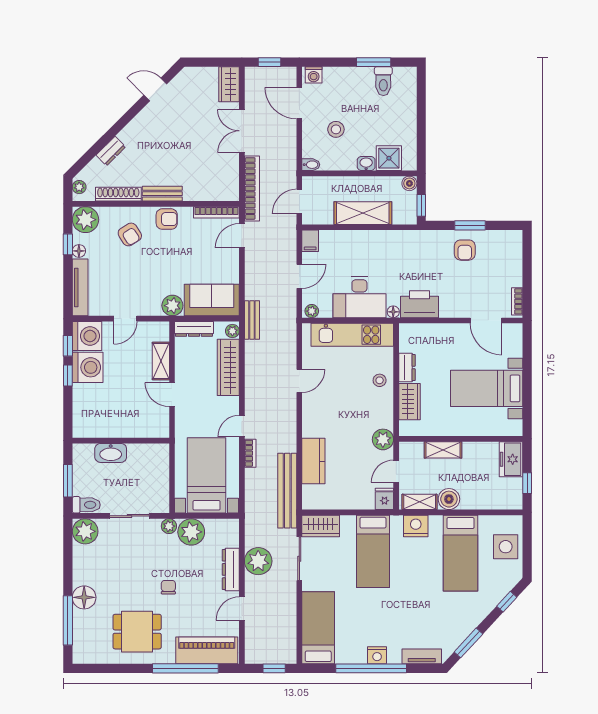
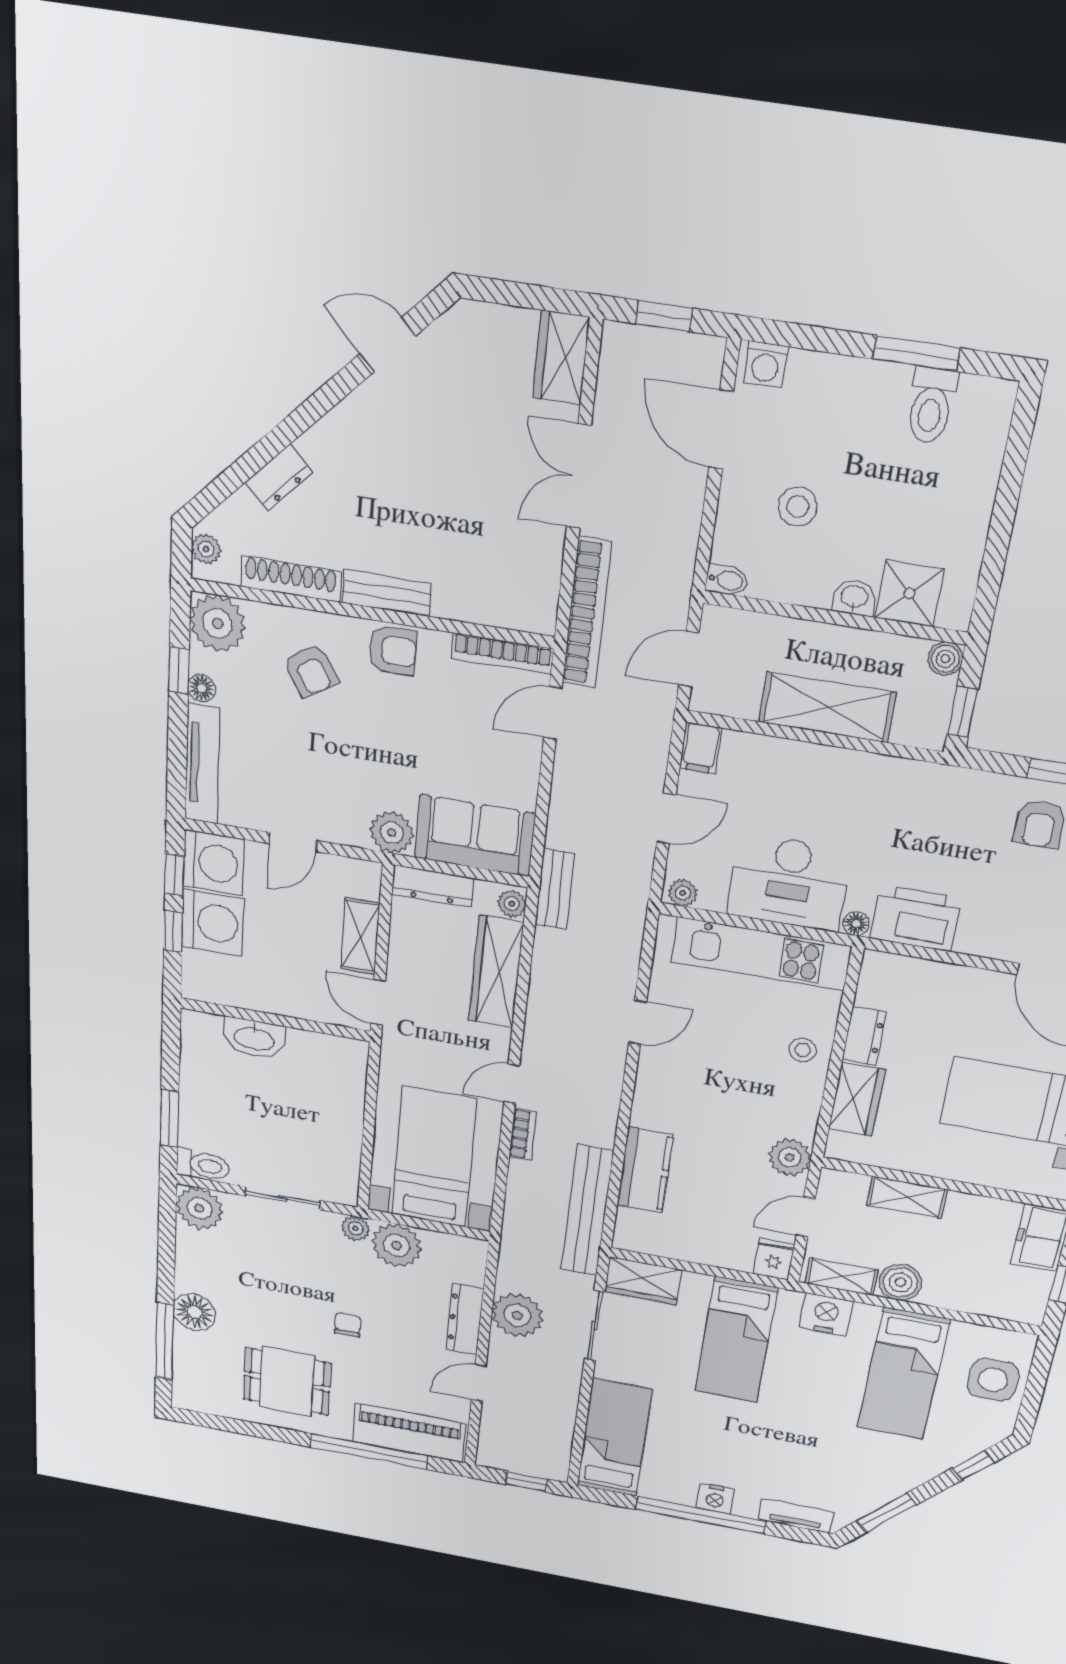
wall: (121, 441) -> (275, 1019), moved
washbasin: (111, 453) -> (254, 1038), moved

